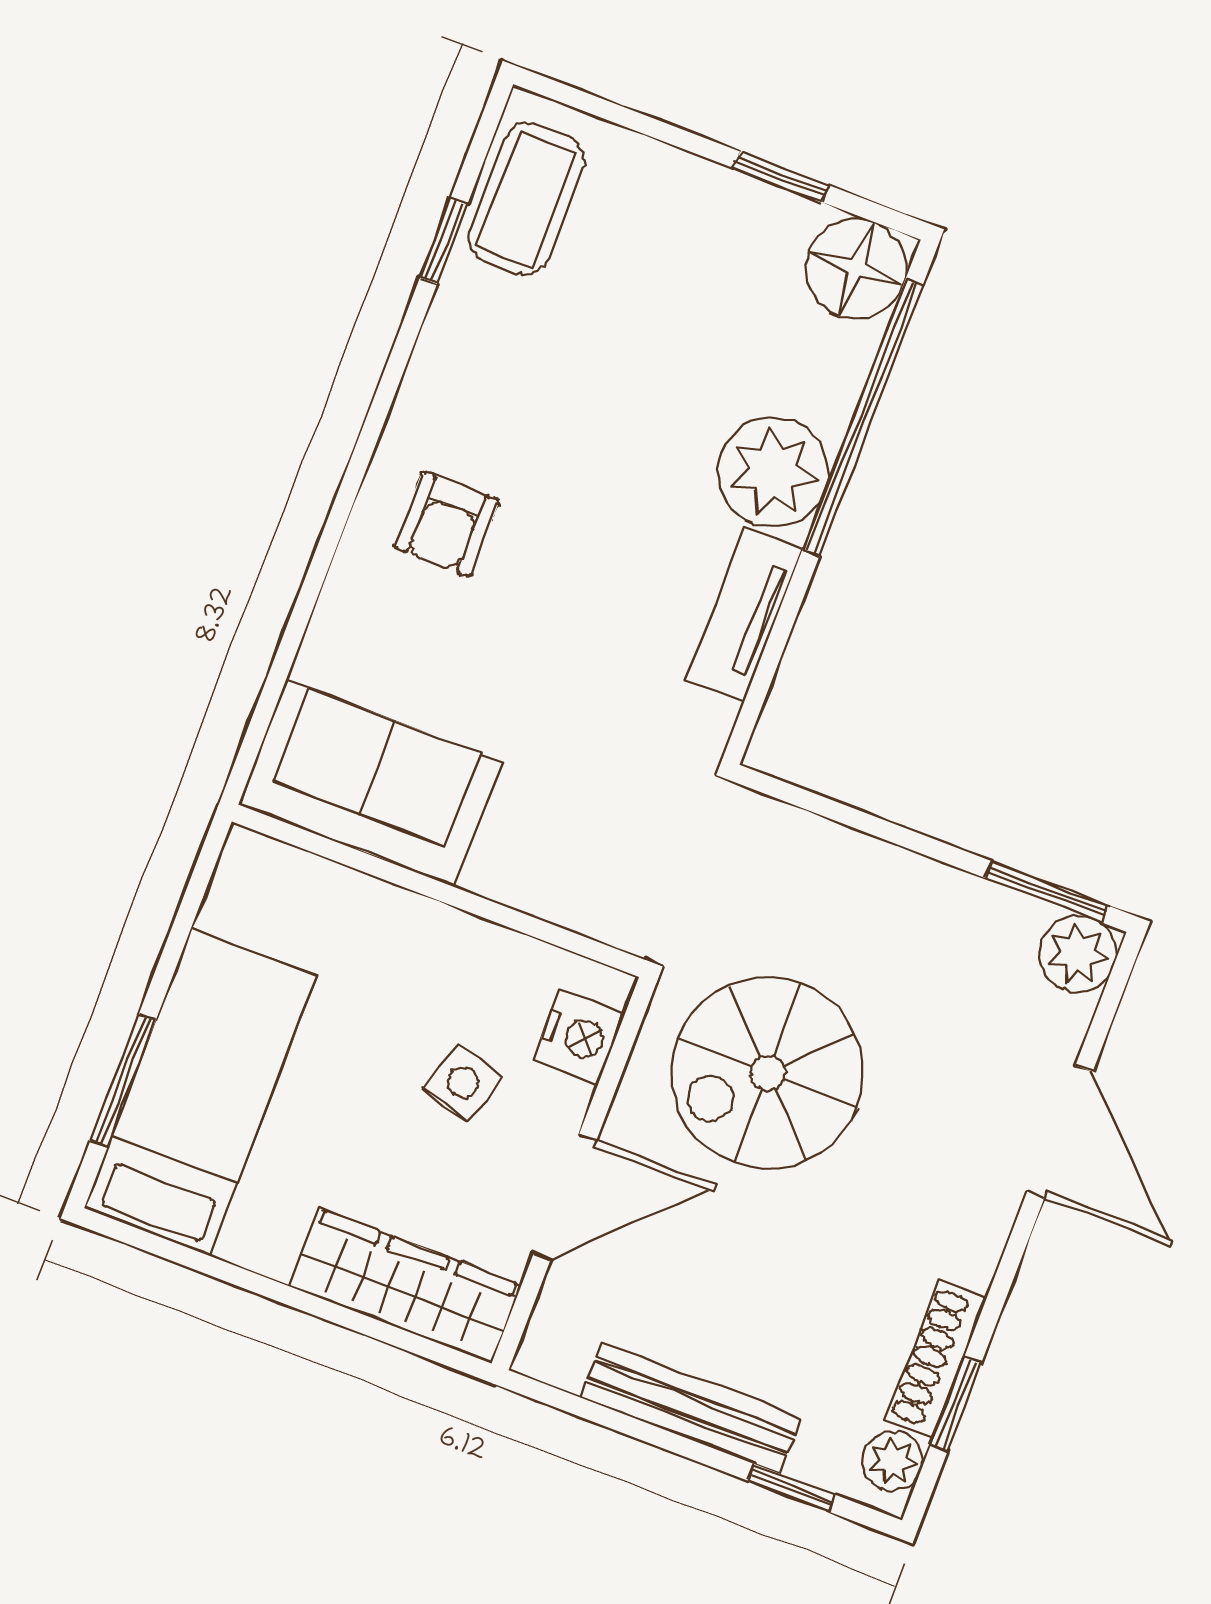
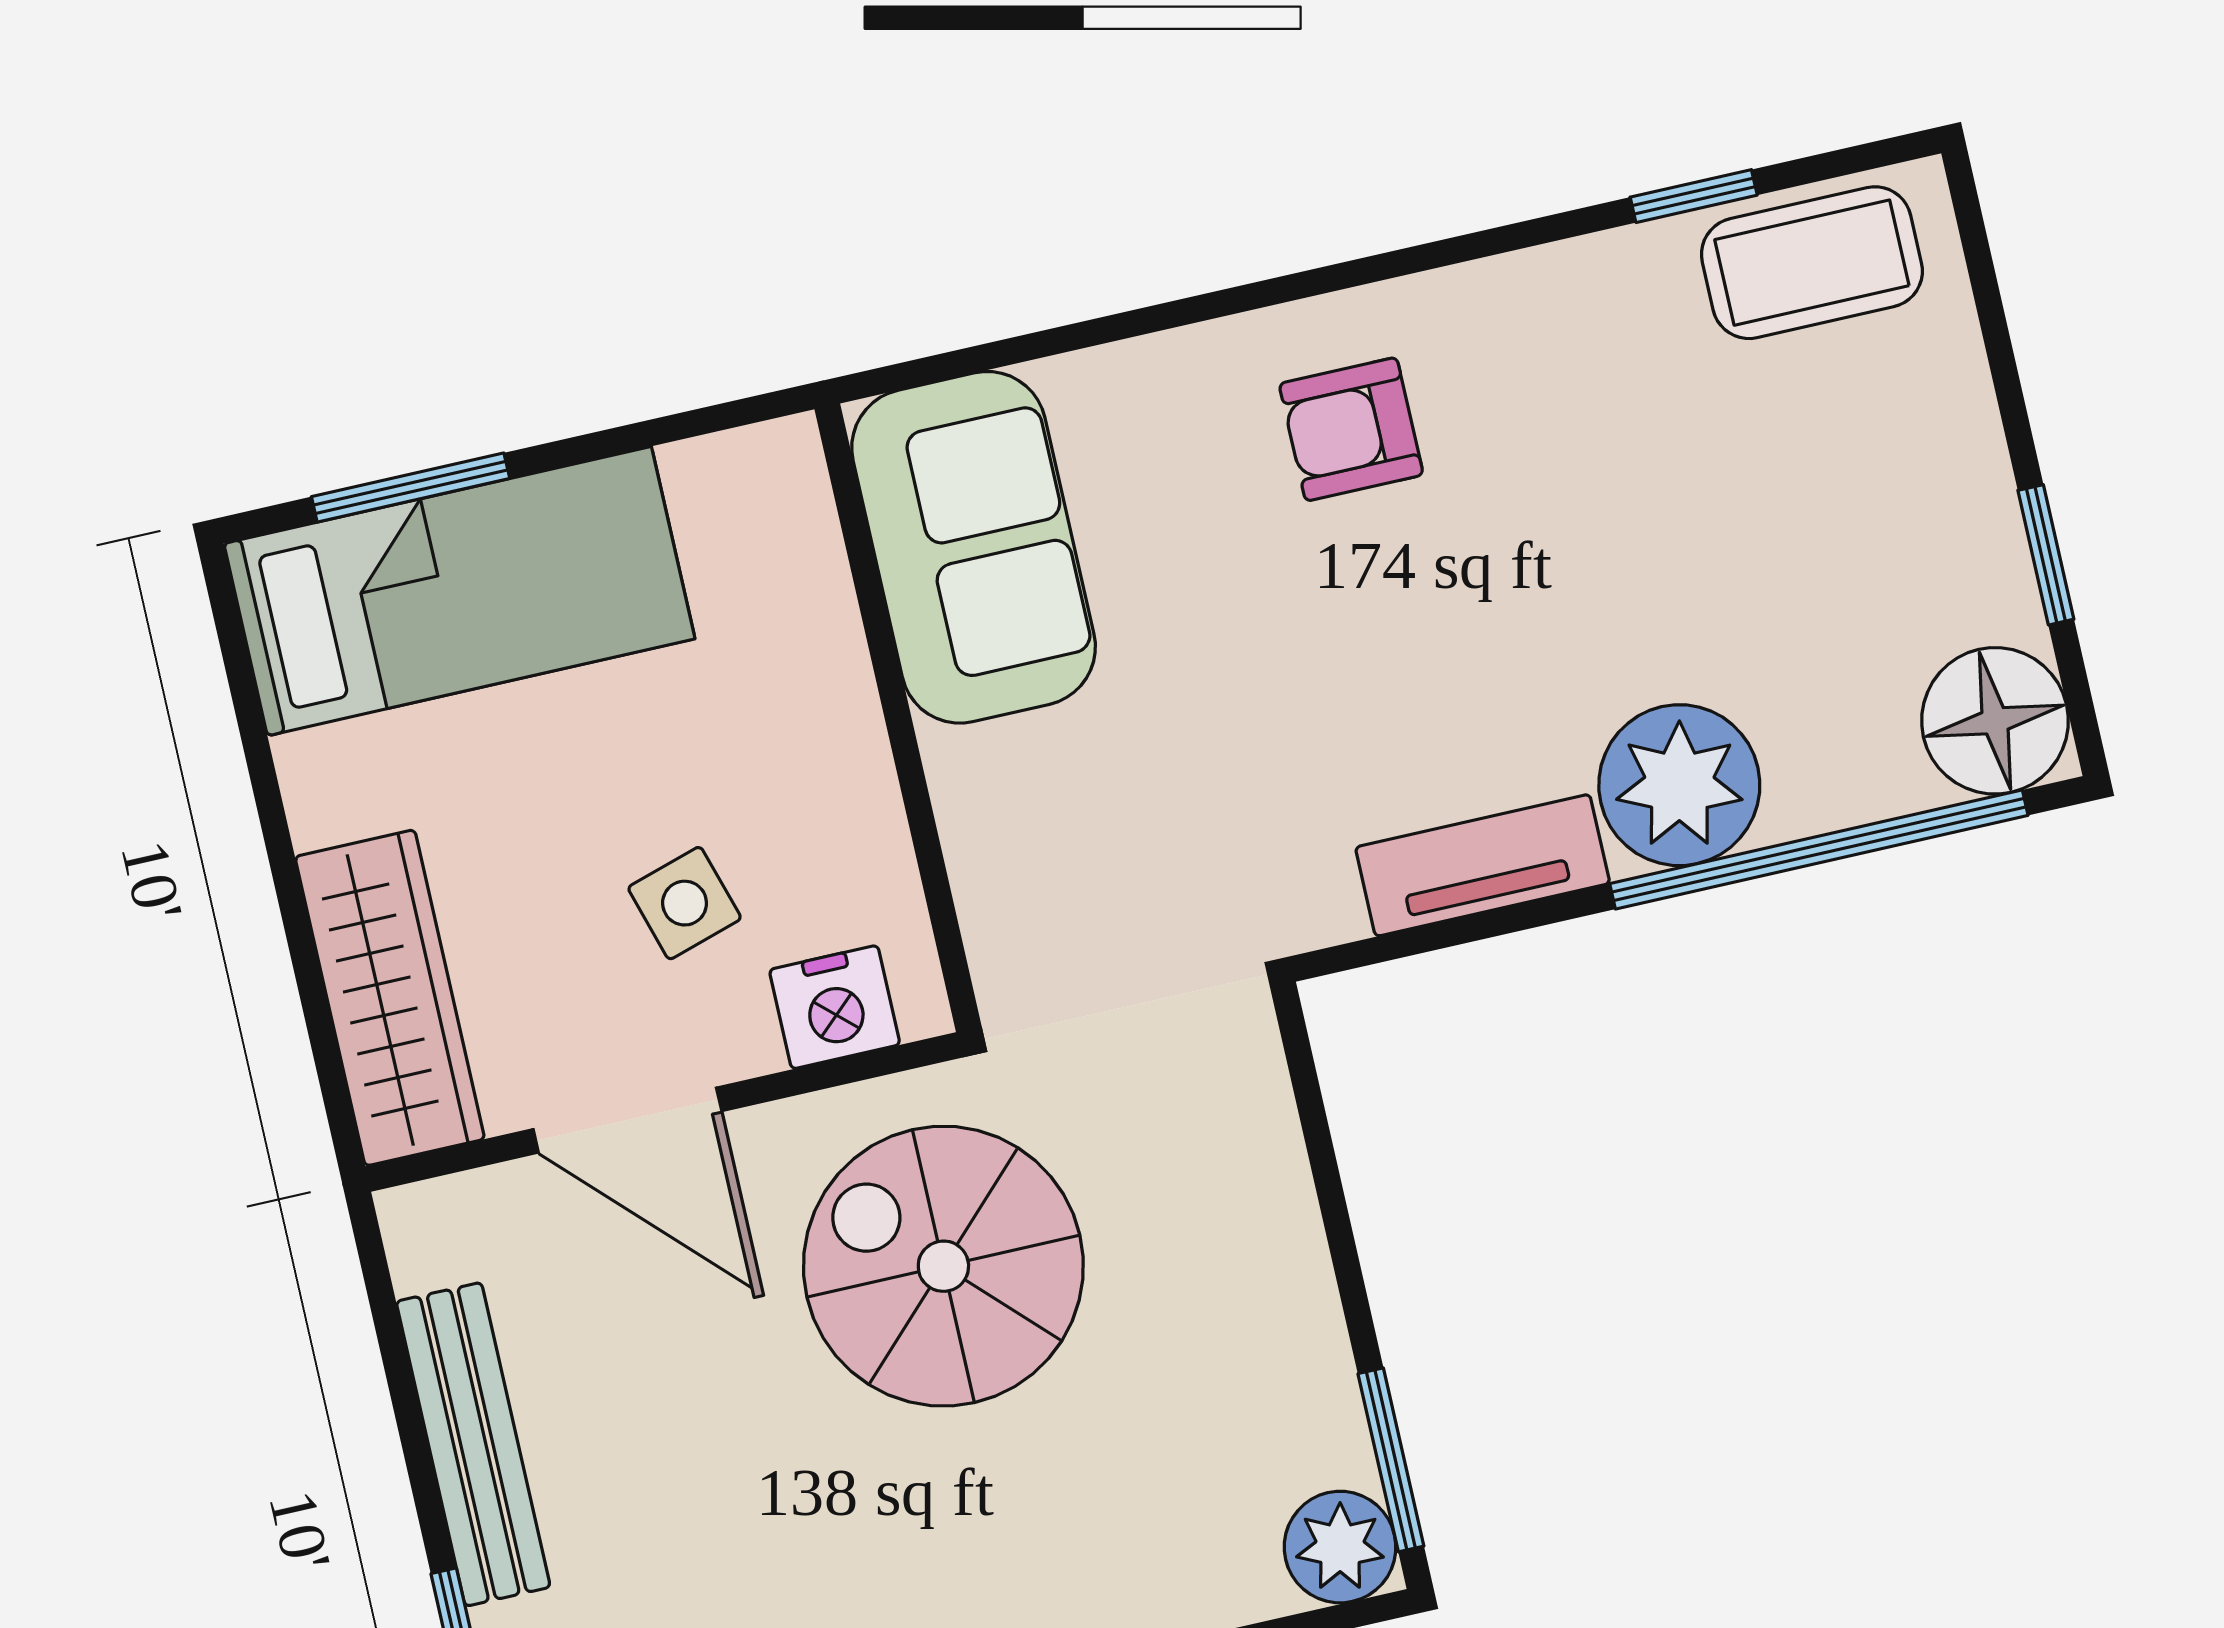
side table: (463, 1082) -> (685, 903), turned -34

